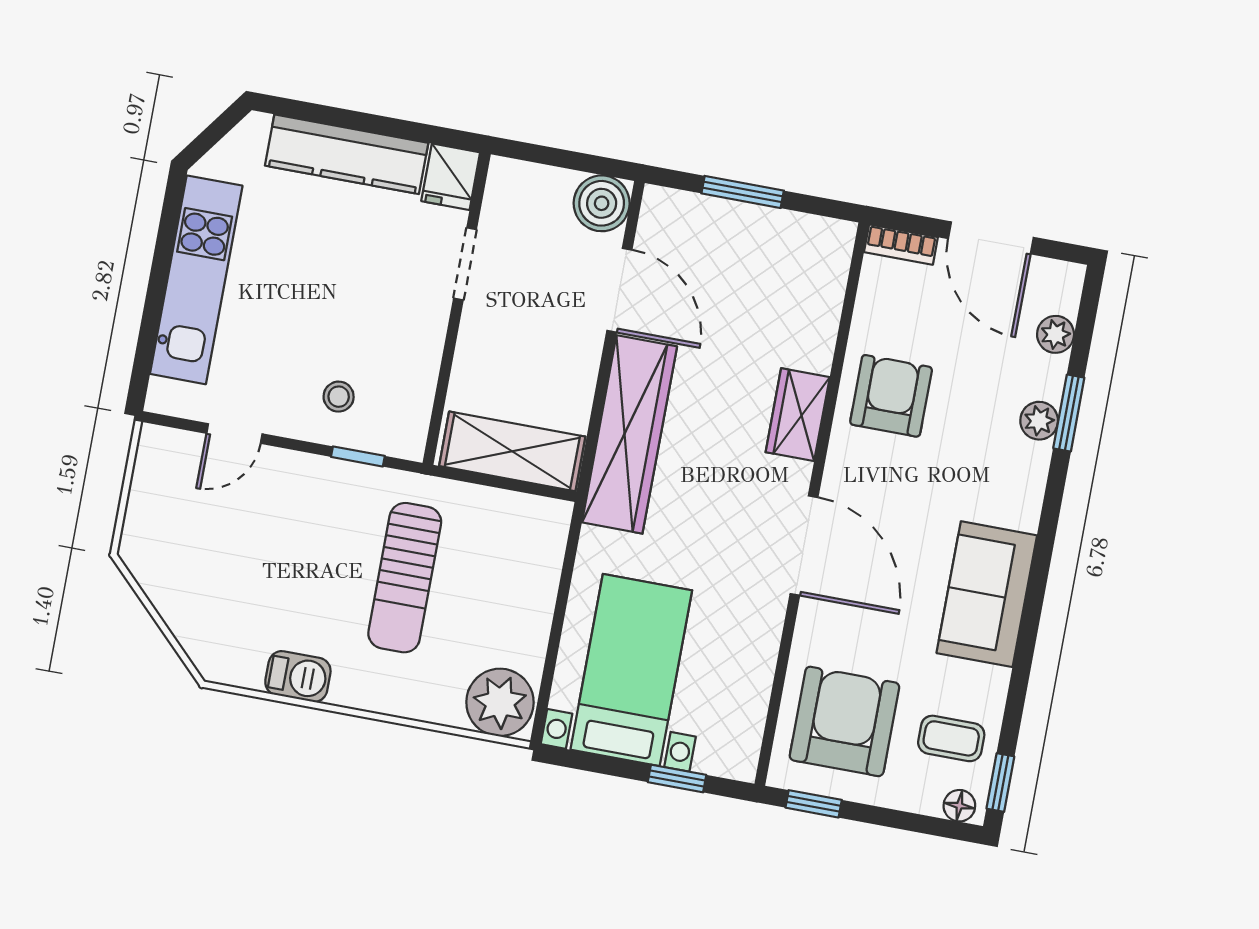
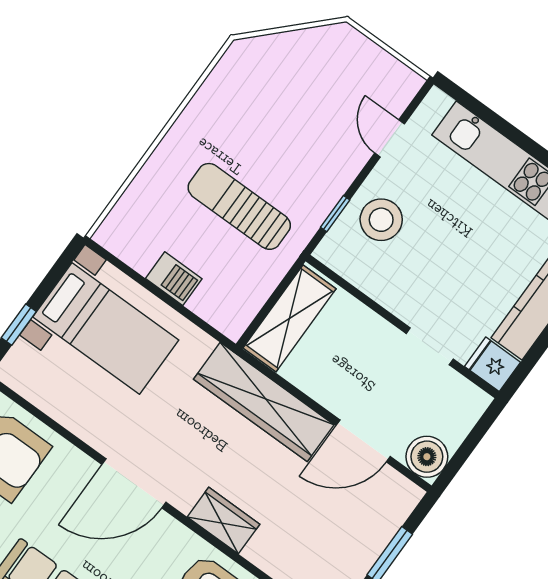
stool: (339, 397) -> (381, 220), width x1.89, depth x1.89
barbecue: (298, 677) -> (174, 279), moved, turned -90
plant: (500, 702) -> (126, 231), removed

